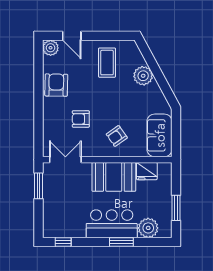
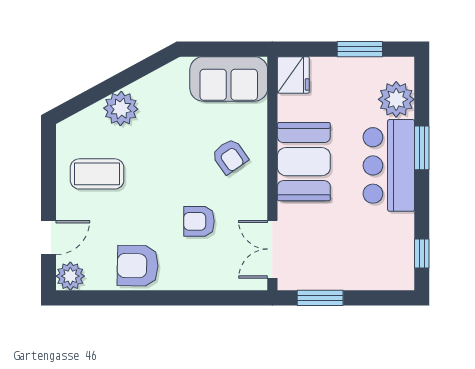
armchair: (81, 119) -> (199, 221), turned 90
fridge: (147, 171) -> (293, 75), moved

